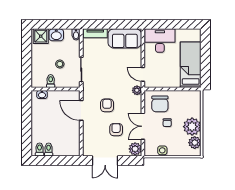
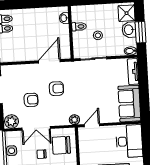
window: (59, 24) -> (140, 32), added
double door: (143, 126) -> (36, 128), swing flipped

